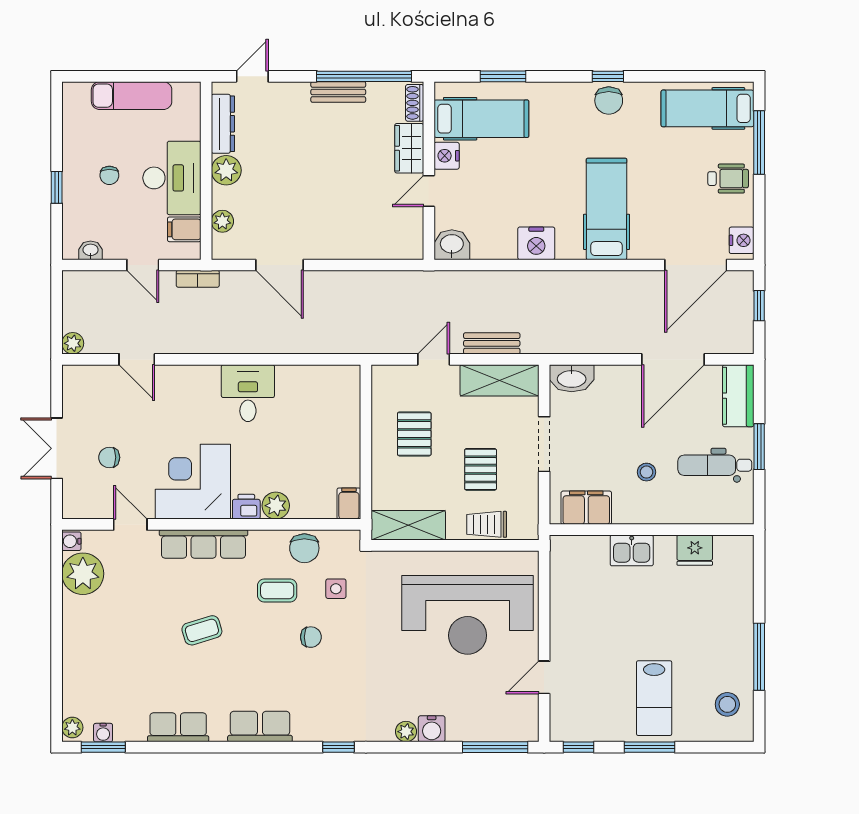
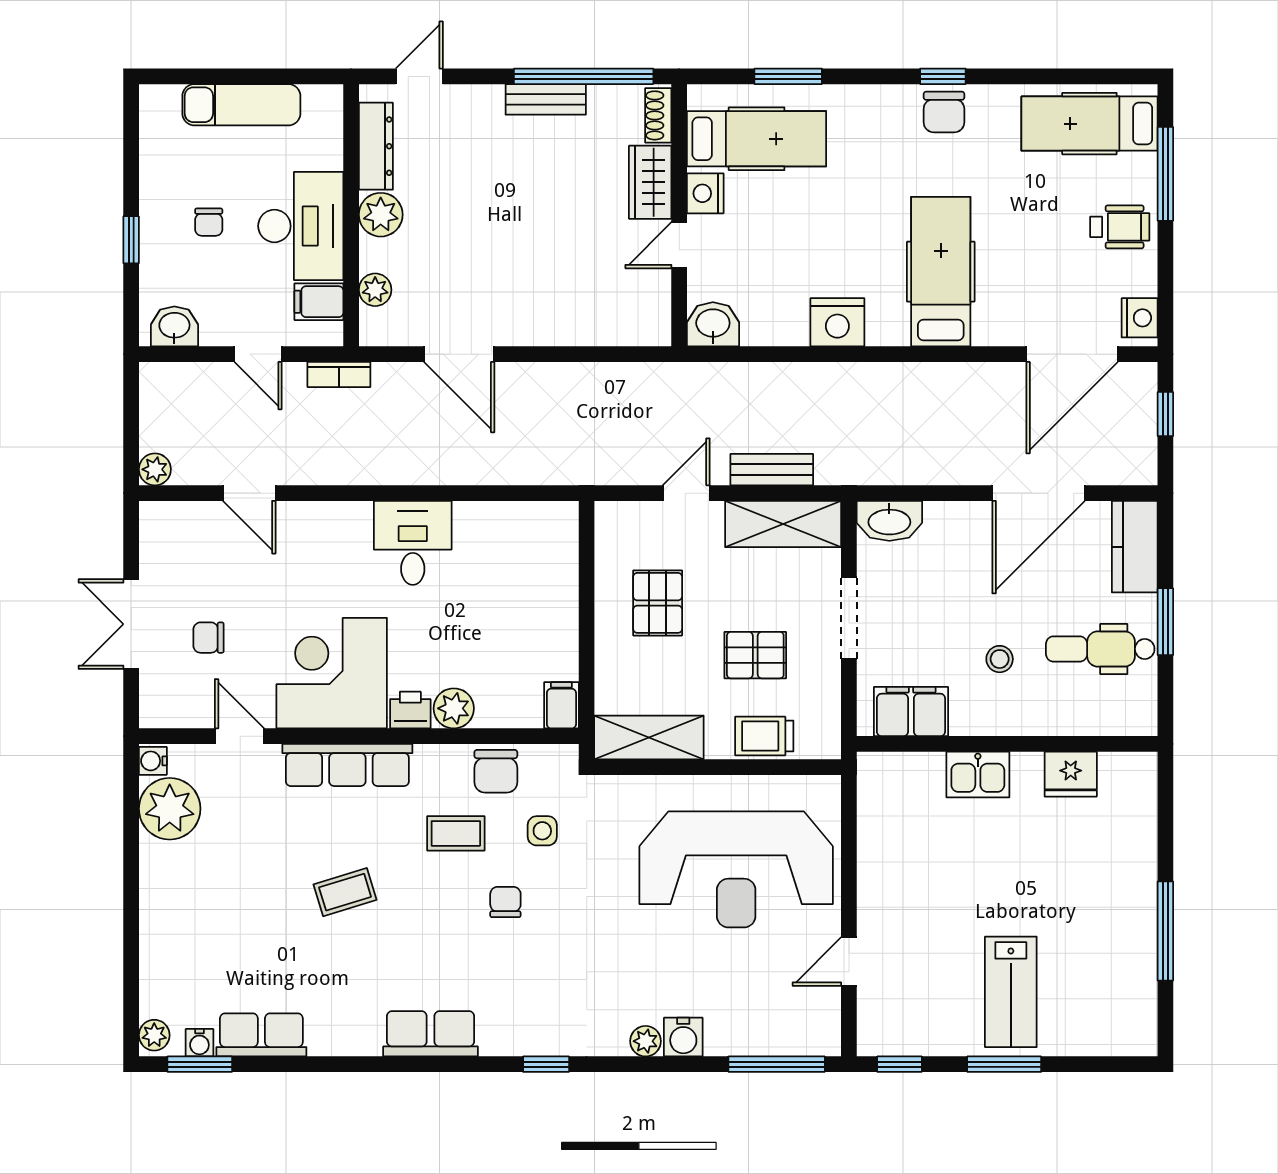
washbasin: (91, 250) -> (174, 326), width x1.38, depth x1.45
pallet: (481, 469) -> (755, 655), turned 90
chair: (311, 637) -> (505, 902), turned -90
stool: (727, 704) -> (1119, 1001), removed
row of seats: (178, 727) -> (261, 1035), moved

